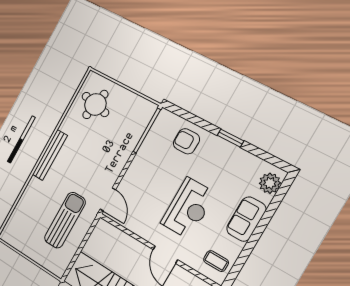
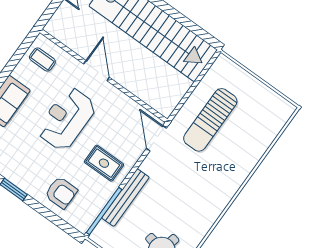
bench: (50, 155) -> (125, 198), moved
rug: (151, 172) -> (104, 163), added

